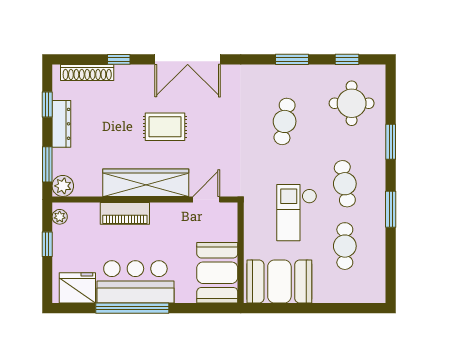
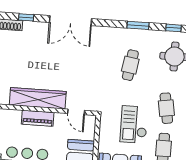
rug: (165, 127) -> (53, 63), removed
door: (206, 200) -> (76, 112), swing flipped
piano: (125, 213) -> (38, 118), moved

